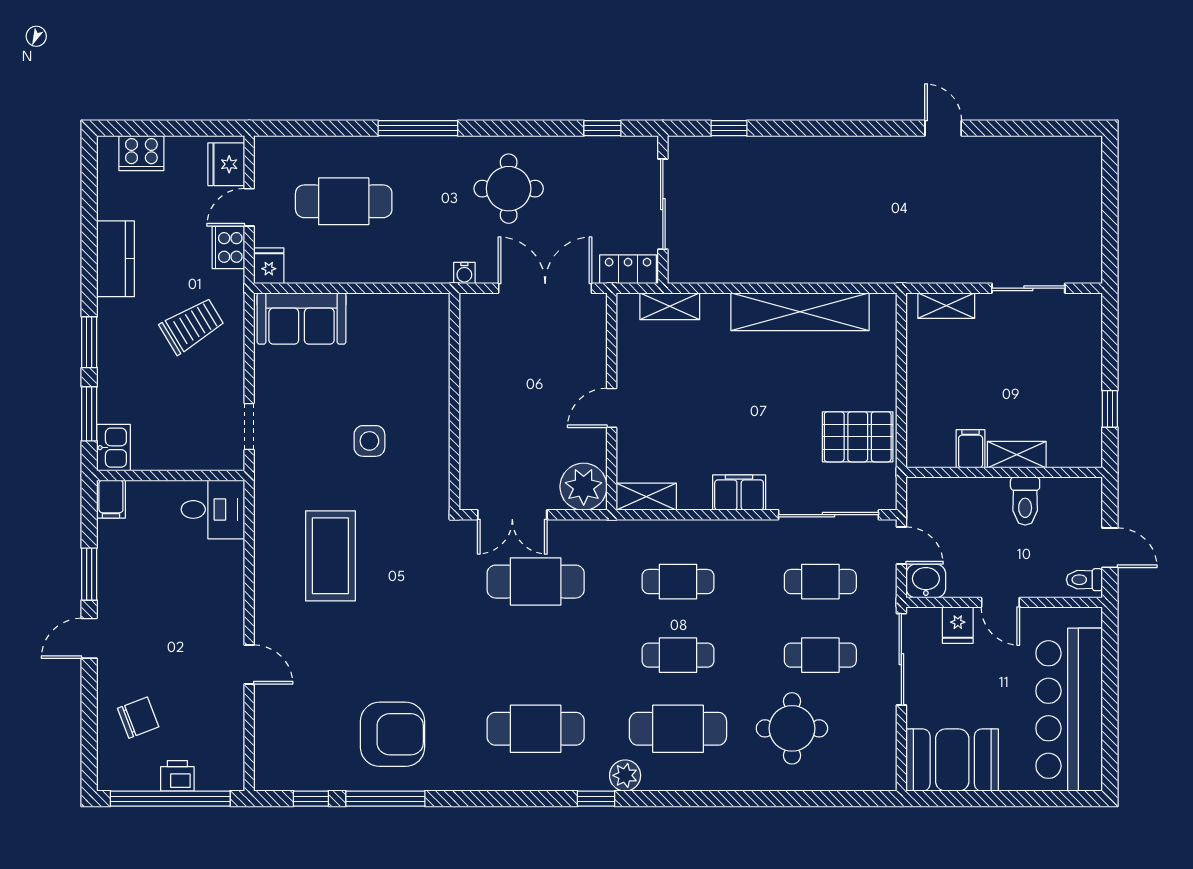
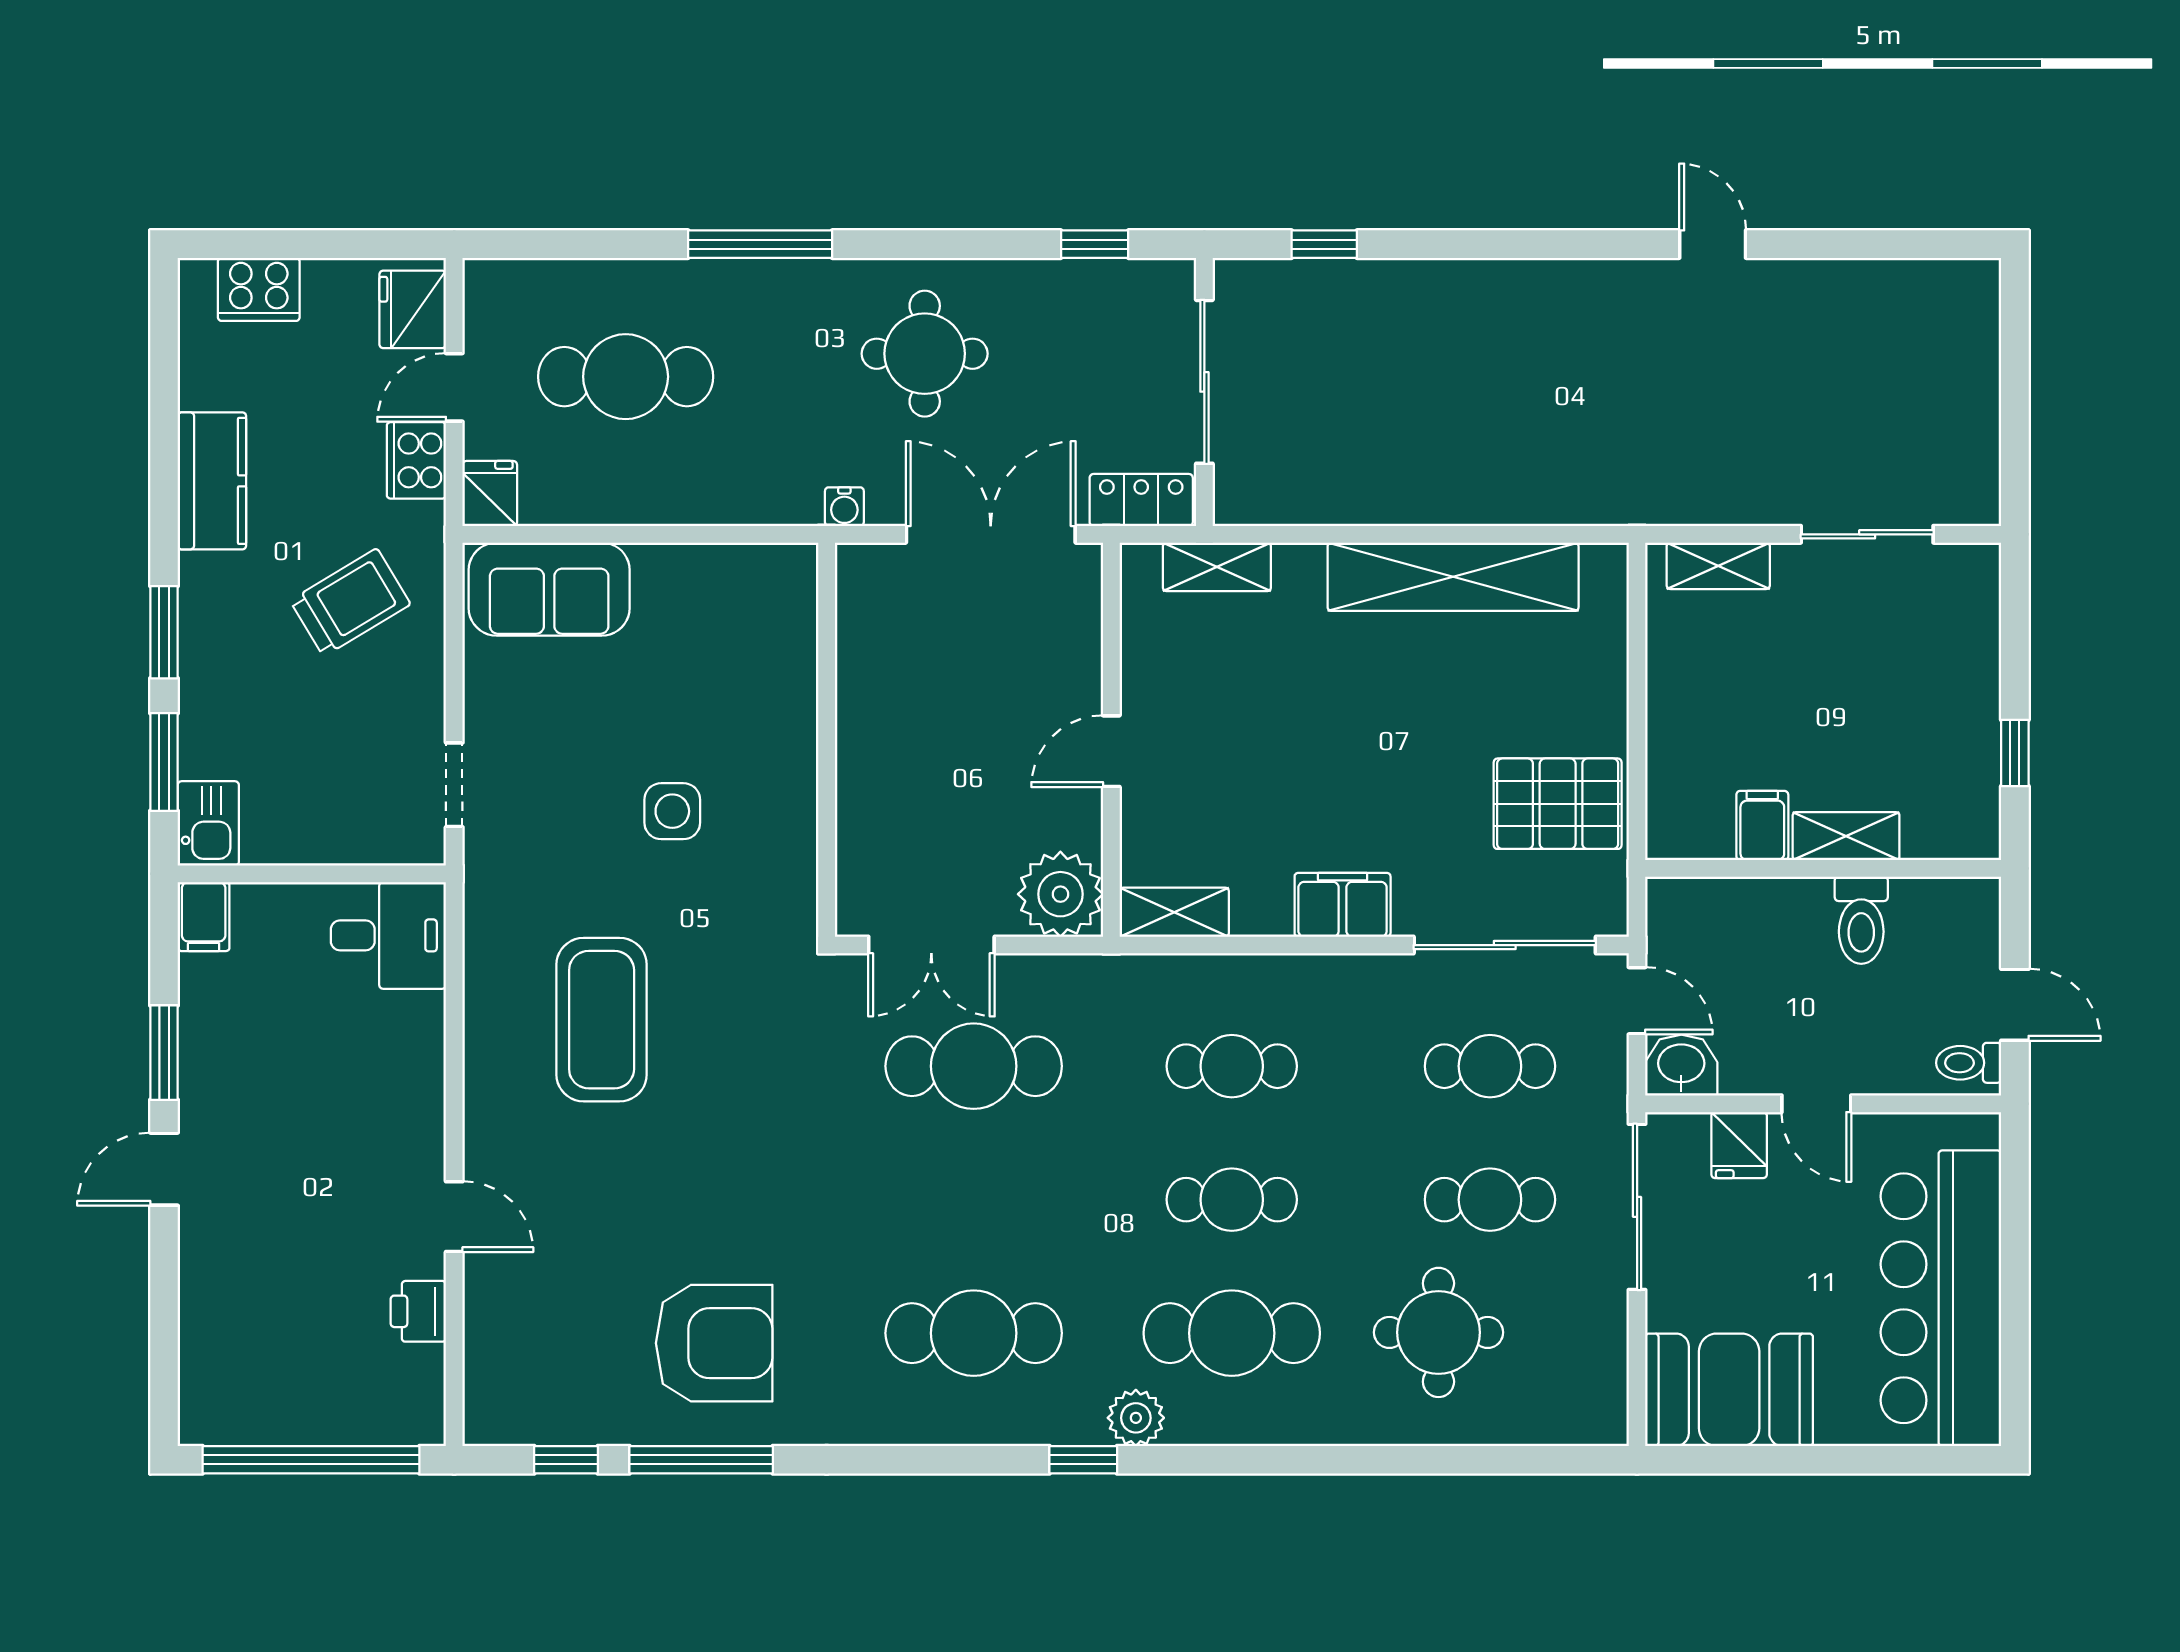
chair: (138, 718) -> (253, 1313), removed
printer: (177, 776) -> (418, 1311), moved, turned -90

